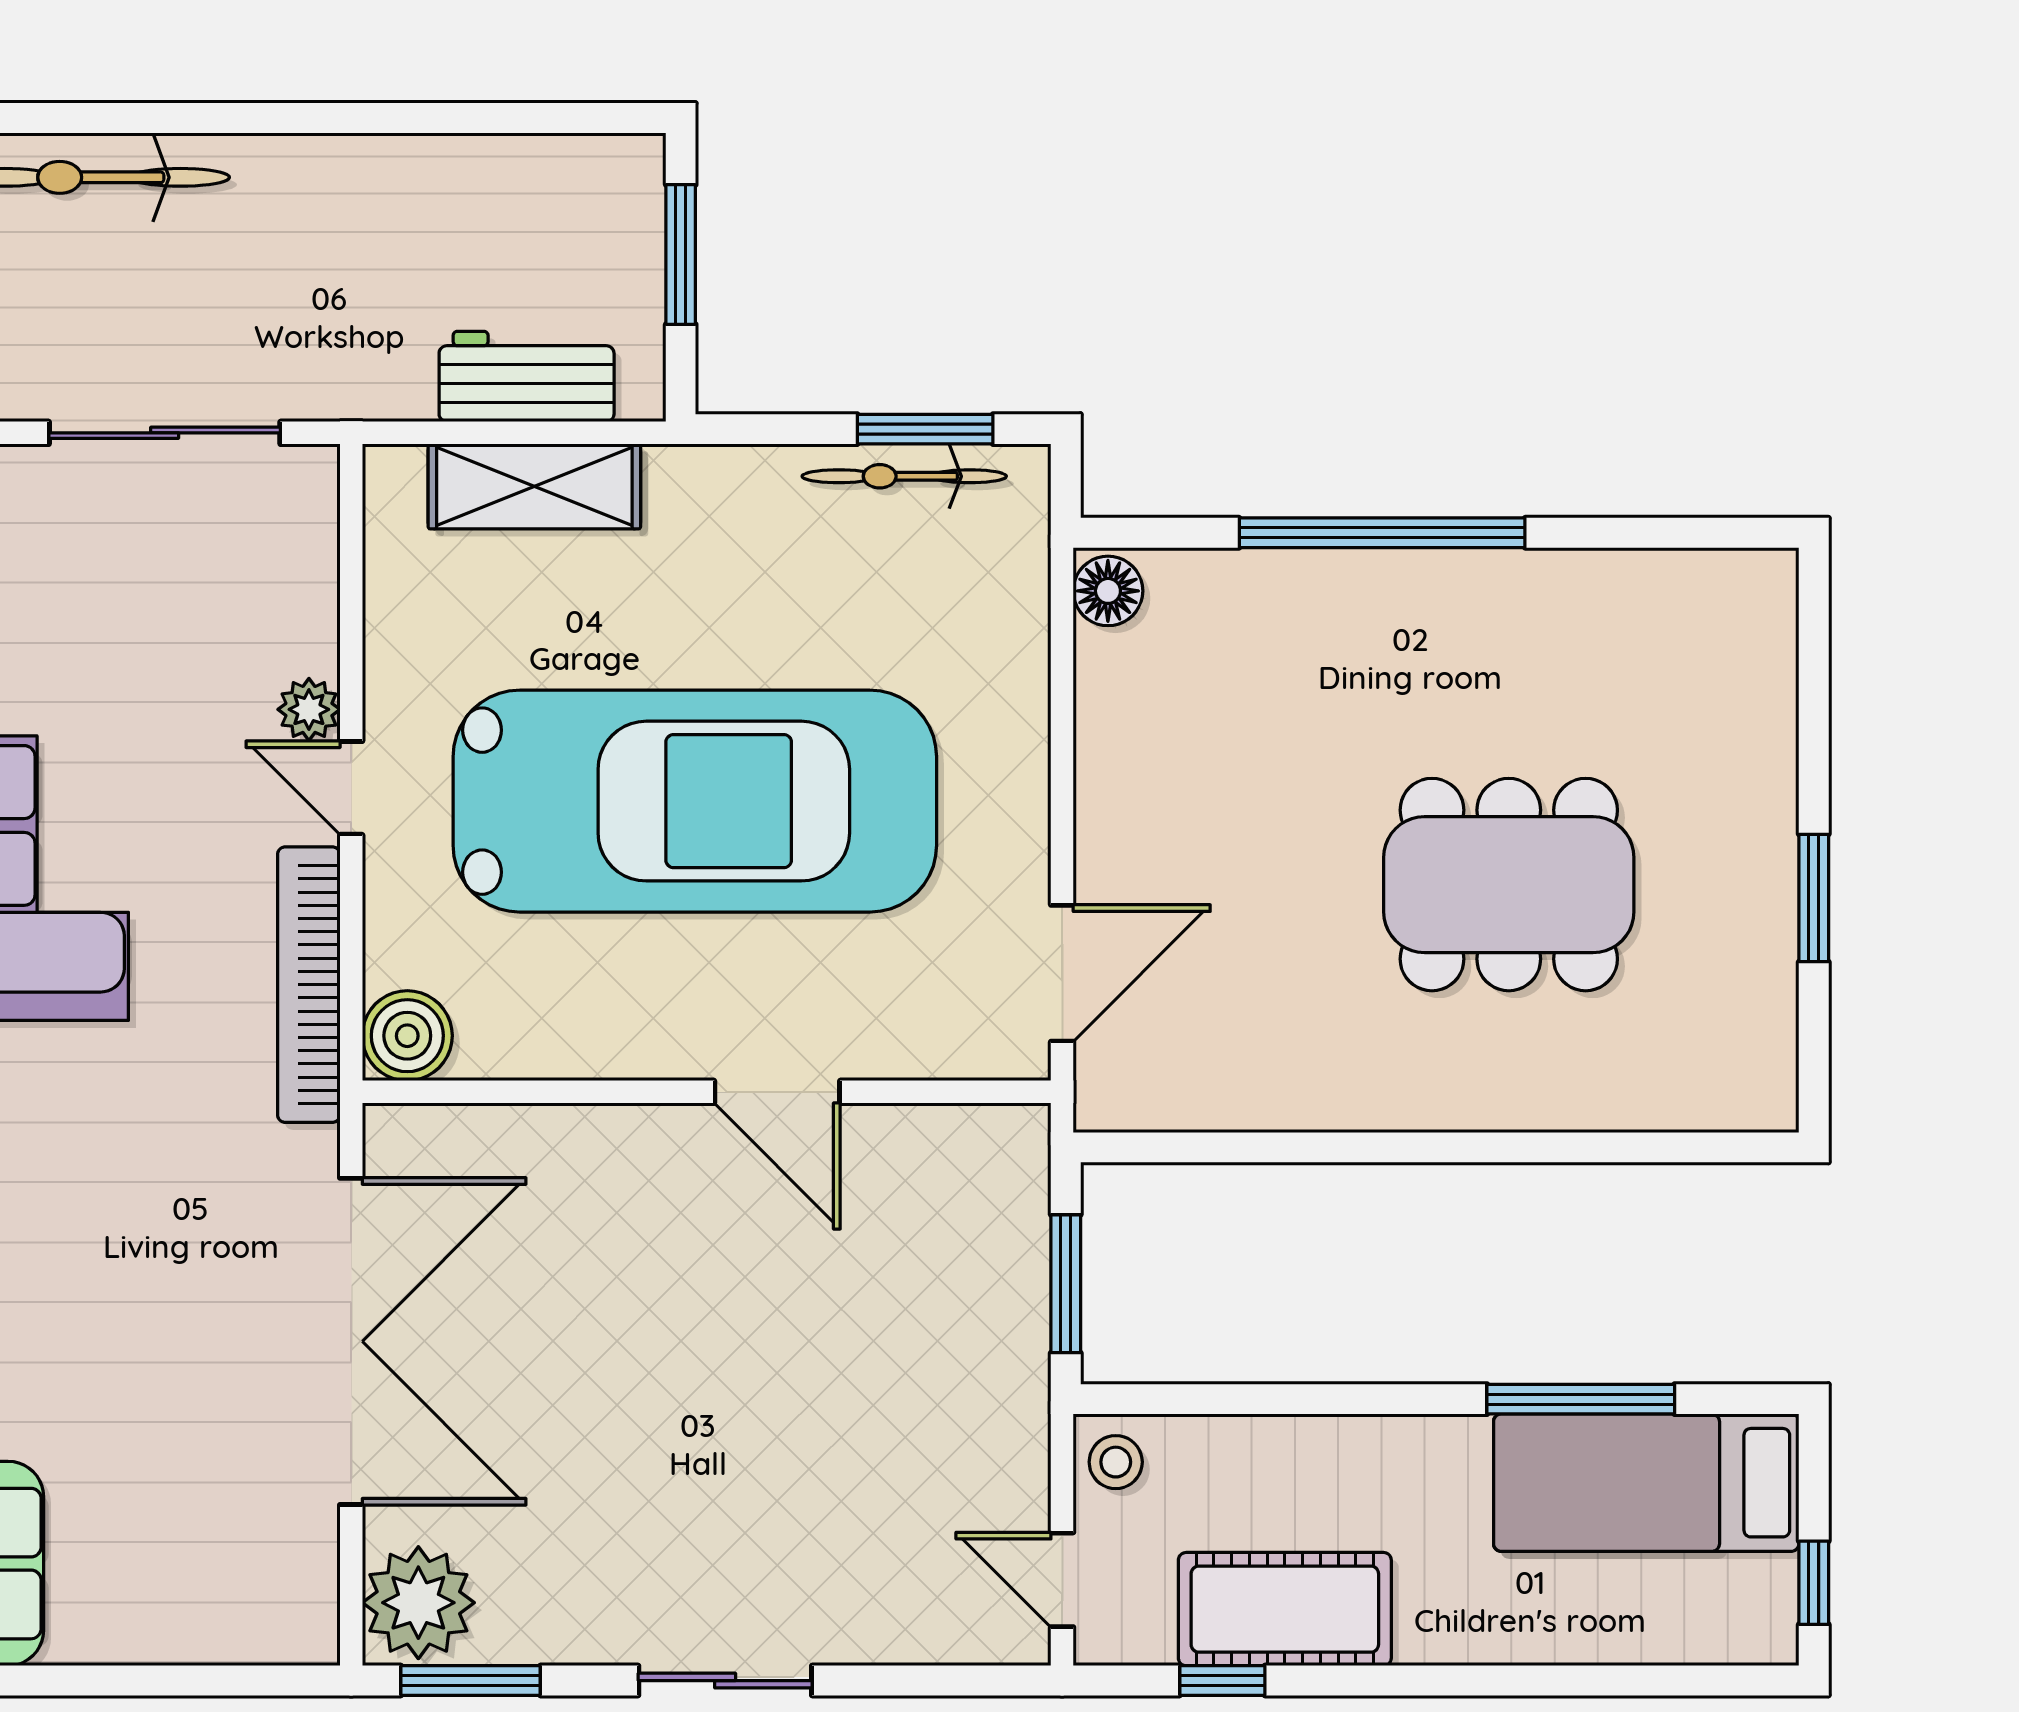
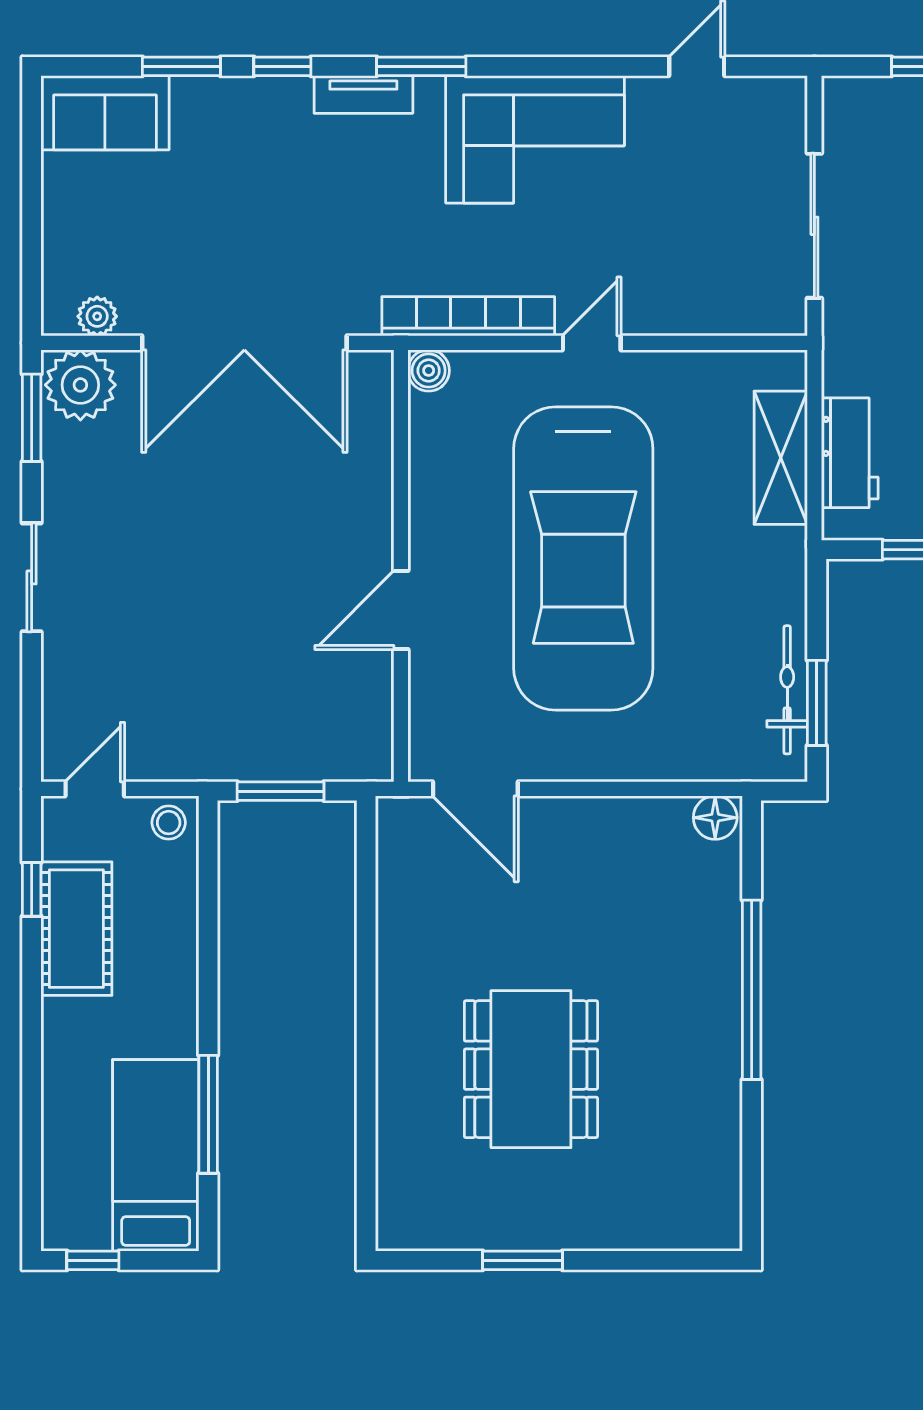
plant: (309, 709) -> (97, 316), moved
boiler: (407, 1036) -> (429, 371), width x0.73, depth x0.73

